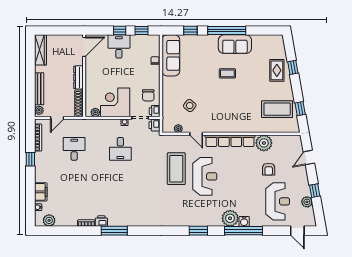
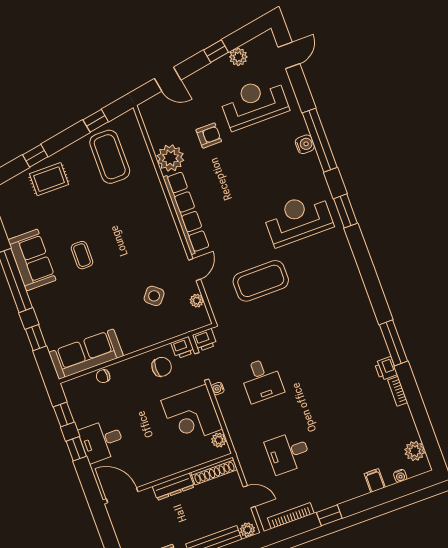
desk: (120, 149) -> (262, 380), turned 90
reception desk: (205, 176) -> (298, 219), moved
filing cabinet: (41, 192) -> (375, 480), width x0.50
plant: (230, 218) -> (308, 168), removed

